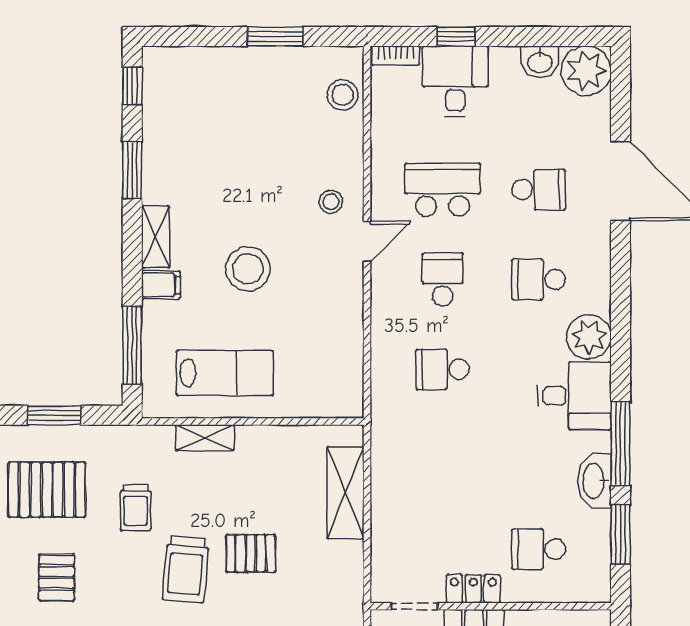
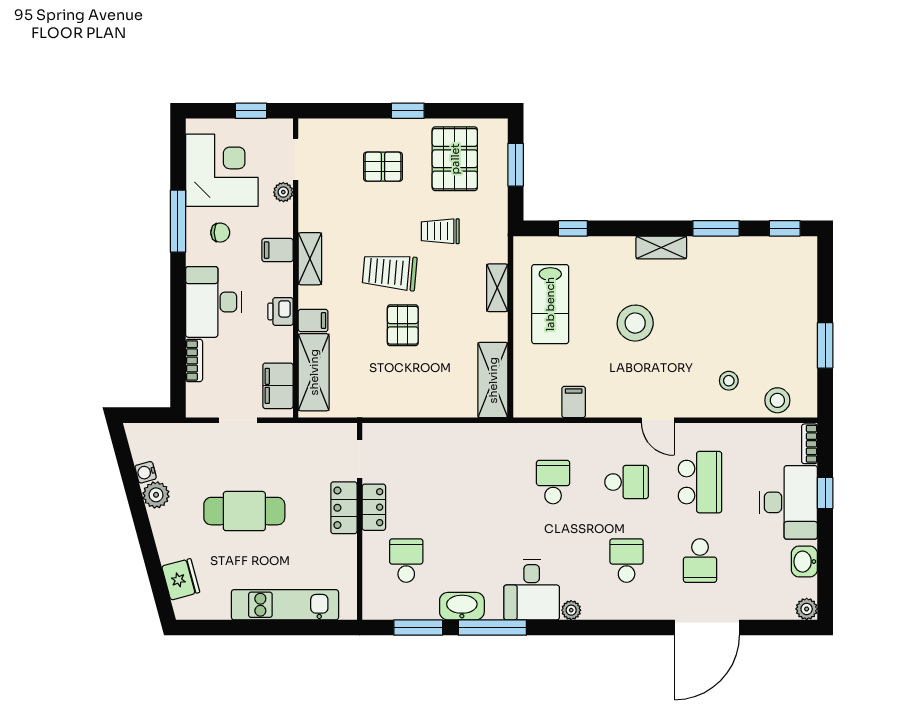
plant: (586, 71) -> (807, 609), width x0.53, depth x0.53
desk: (455, 81) -> (789, 502), width x1.37
stool: (331, 202) -> (729, 381), moved
filing cabinet: (161, 285) -> (574, 402), moved, turned 180
plant: (589, 337) -> (571, 610), width x0.53, depth x0.53
window: (132, 345) -> (573, 228), width x0.46
shelving: (345, 493) -> (493, 380), moved, turned 90

